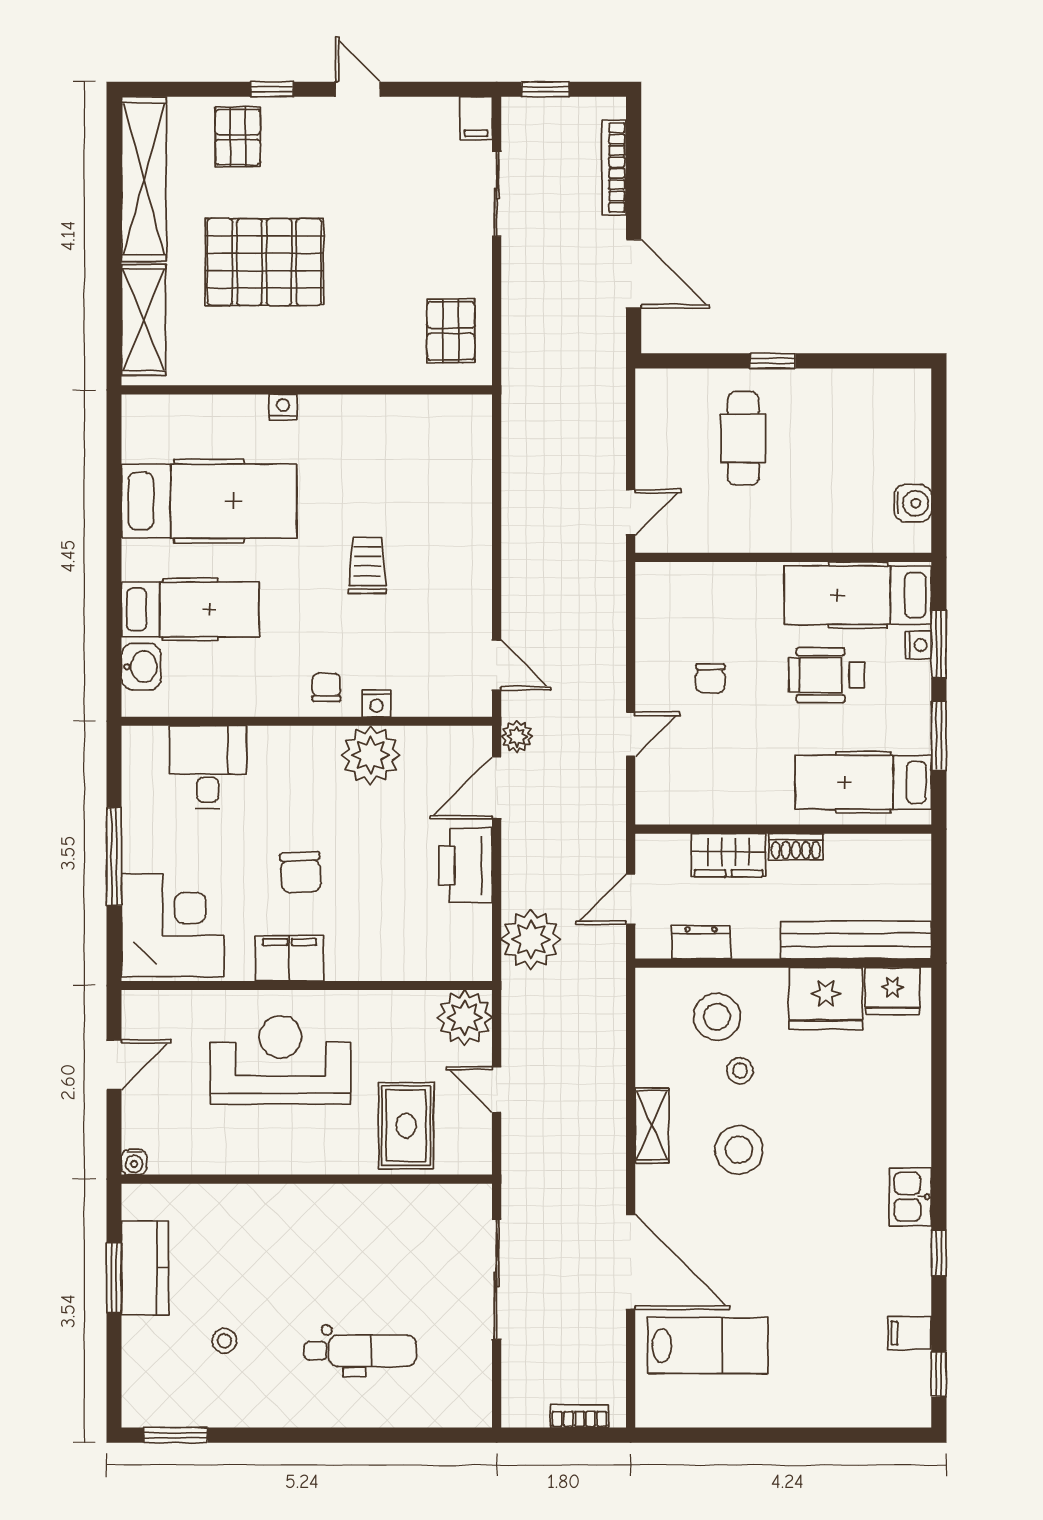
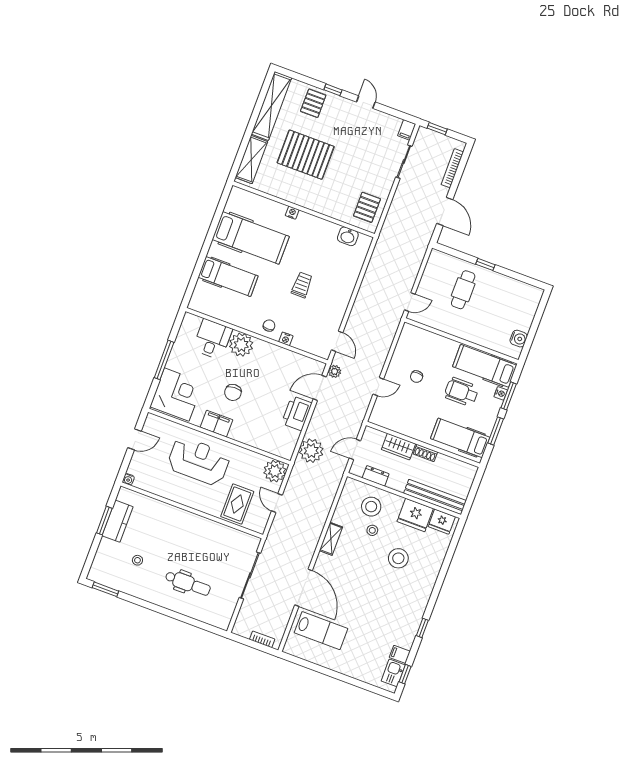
washbasin: (141, 667) -> (348, 236), moved, turned 90
plant: (371, 755) -> (241, 345), moved
stool: (739, 1150) -> (398, 558), moved
kitchen sink: (910, 1197) -> (393, 673), moved

